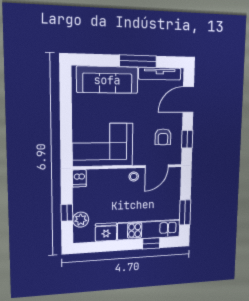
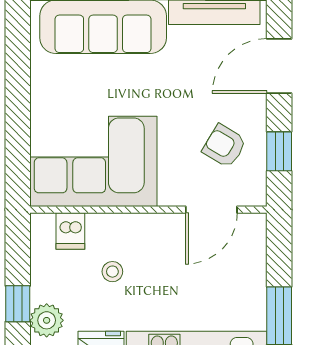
armchair: (163, 137) -> (224, 146), turned 121
stool: (134, 176) -> (112, 272), moved
dishwasher: (79, 178) -> (70, 231), moved

